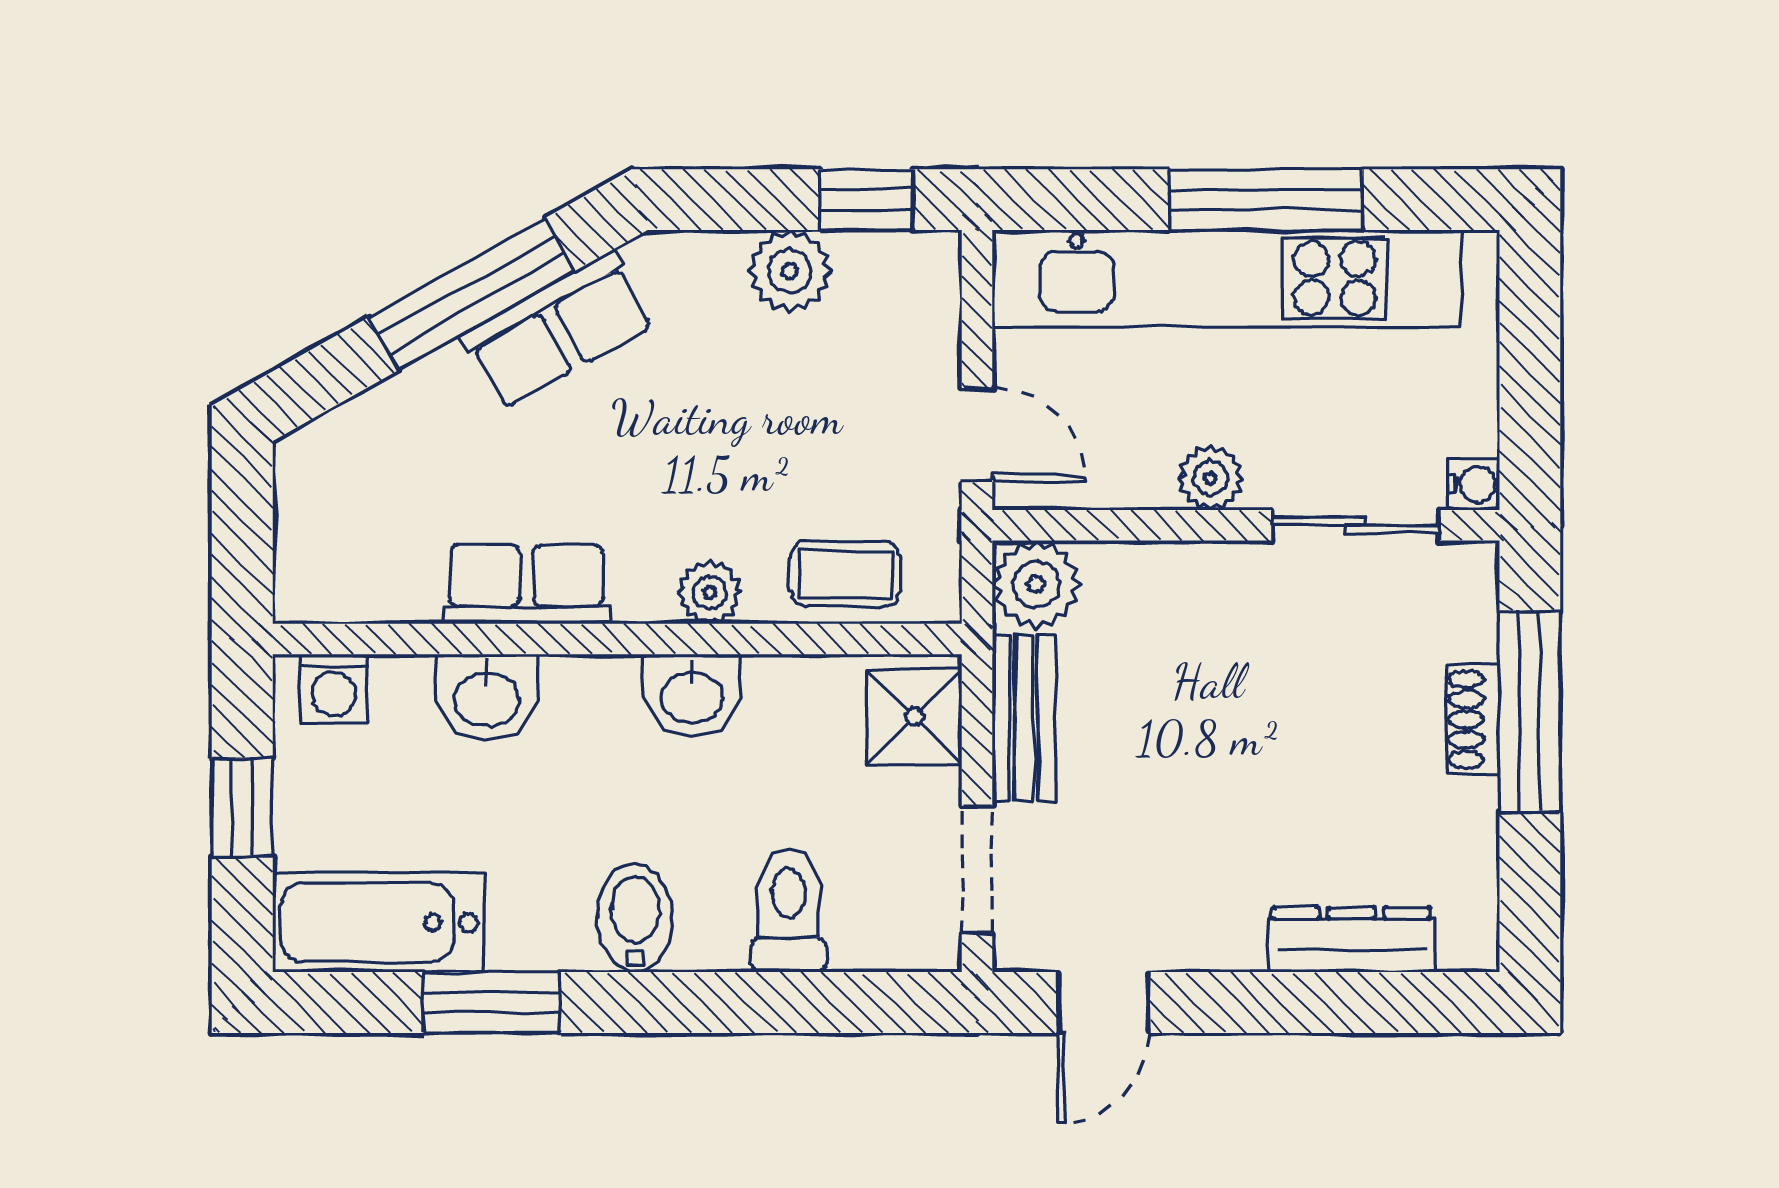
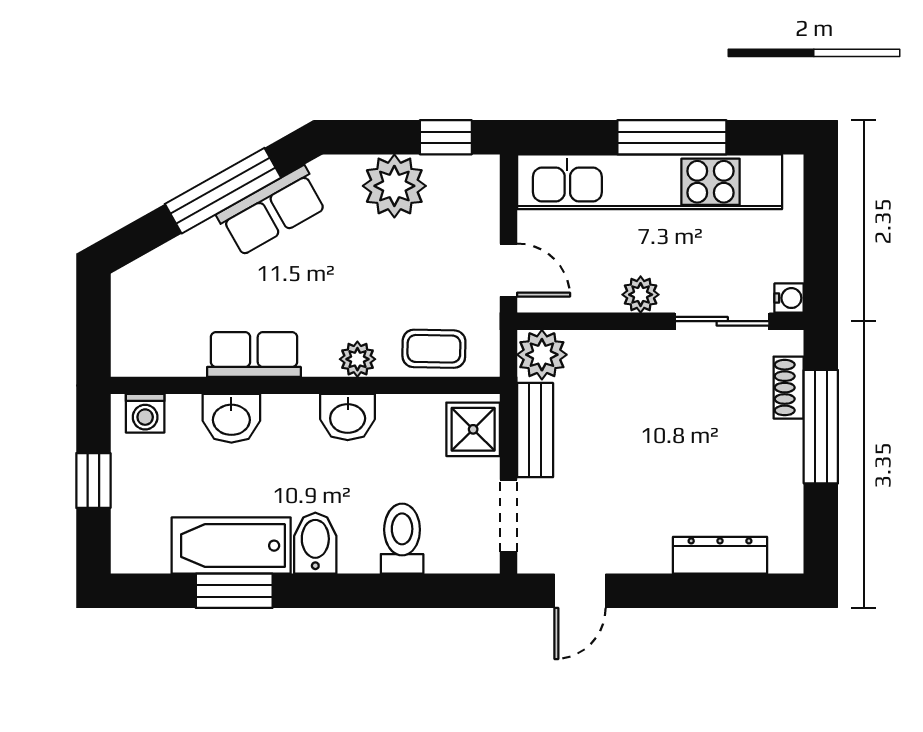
plant: (790, 271) -> (394, 186), width x1.36, depth x1.36
shoe rack: (1473, 719) -> (789, 388), moved
bathtub: (378, 922) -> (231, 546), moved

